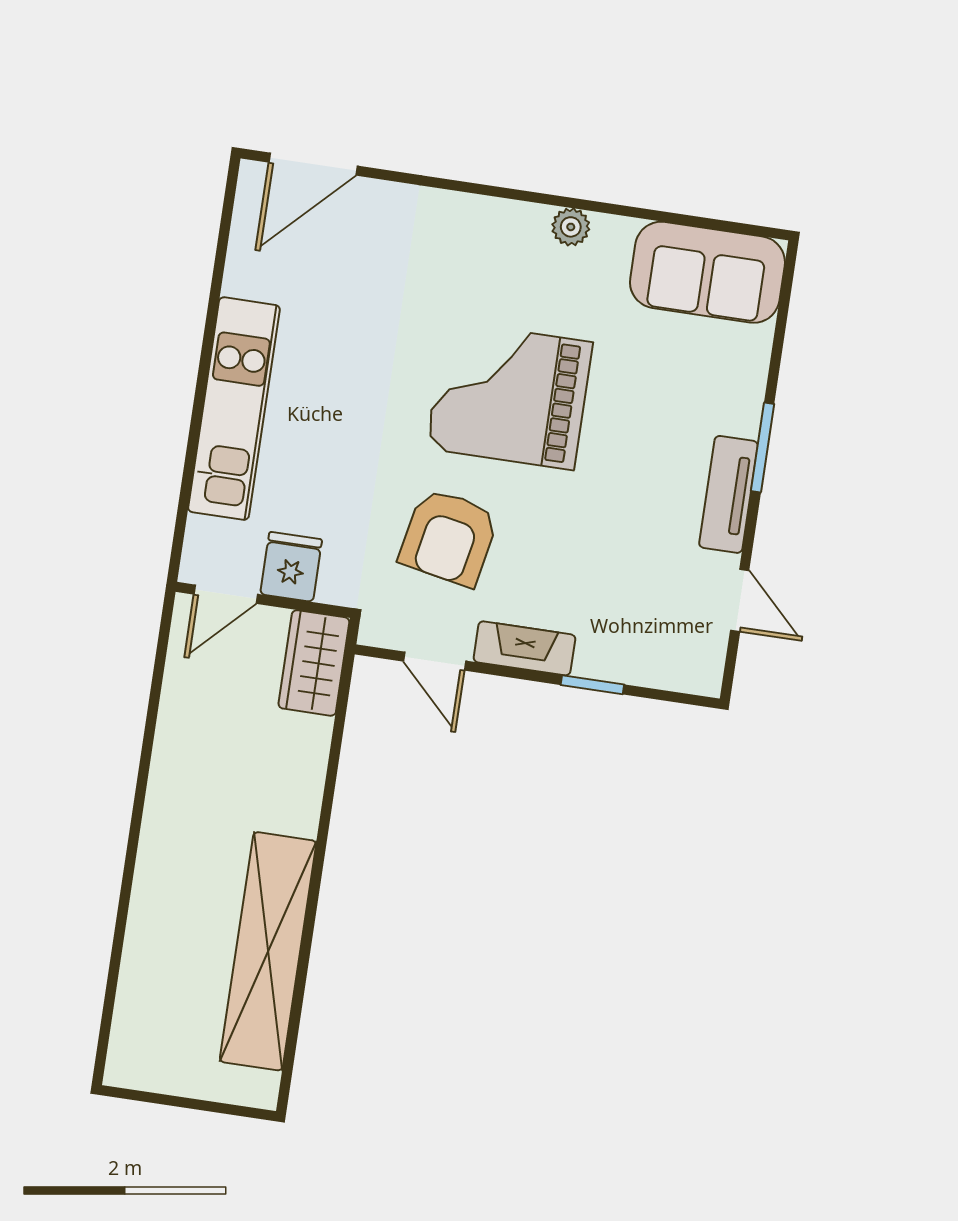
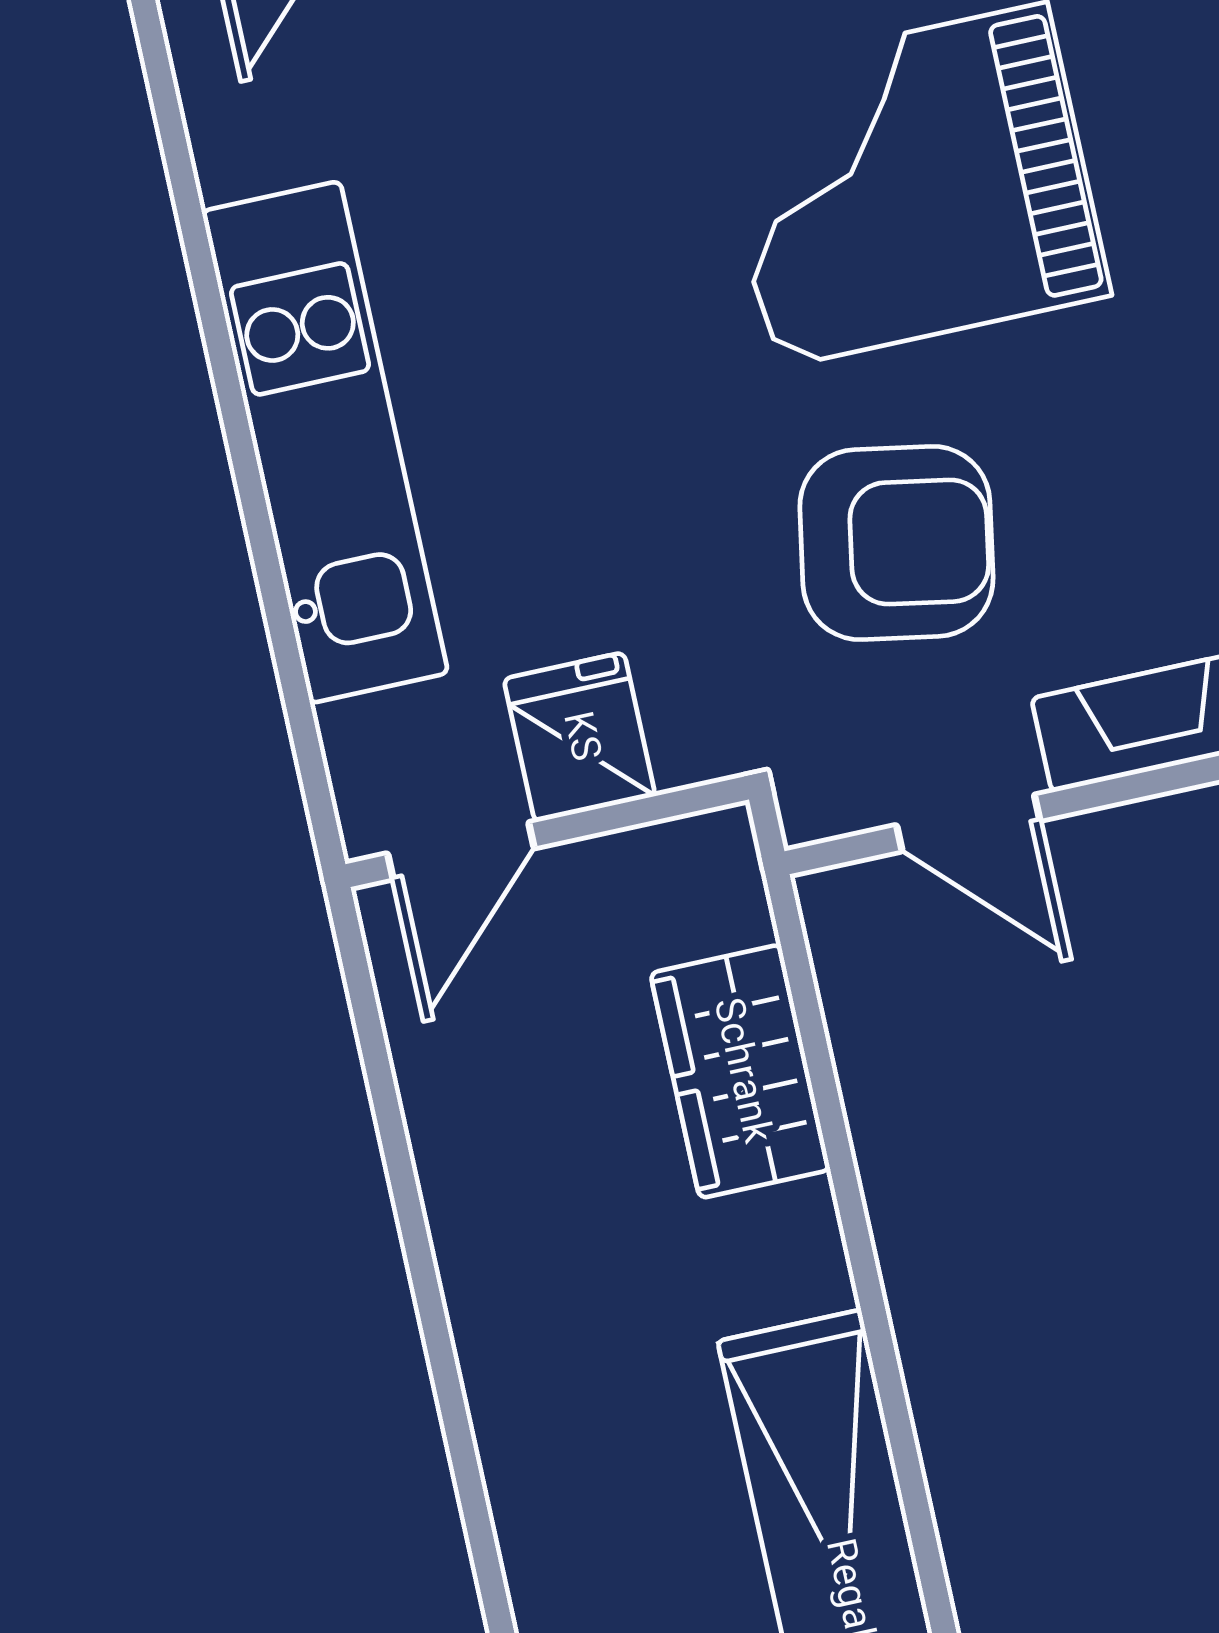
armchair: (449, 537) -> (896, 543), turned -91
wardrobe: (314, 663) -> (740, 1071), moved

